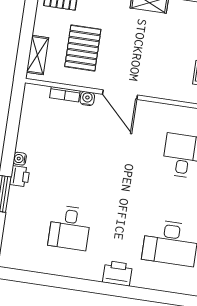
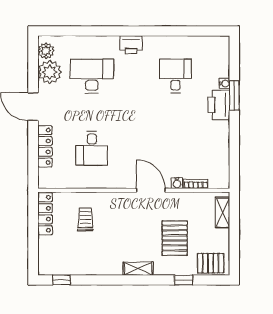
pallet: (83, 48) -> (175, 238), moved
water cooler: (20, 159) -> (225, 84), moved
printer: (20, 176) -> (219, 105), width x1.87, depth x1.48

